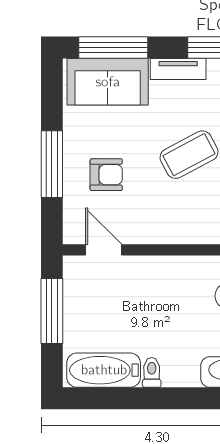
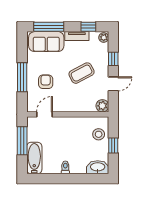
armchair: (106, 175) -> (46, 82), turned -90
door: (104, 250) -> (45, 114), hinge flipped
bathtub: (104, 370) -> (34, 158), moved, turned 90

